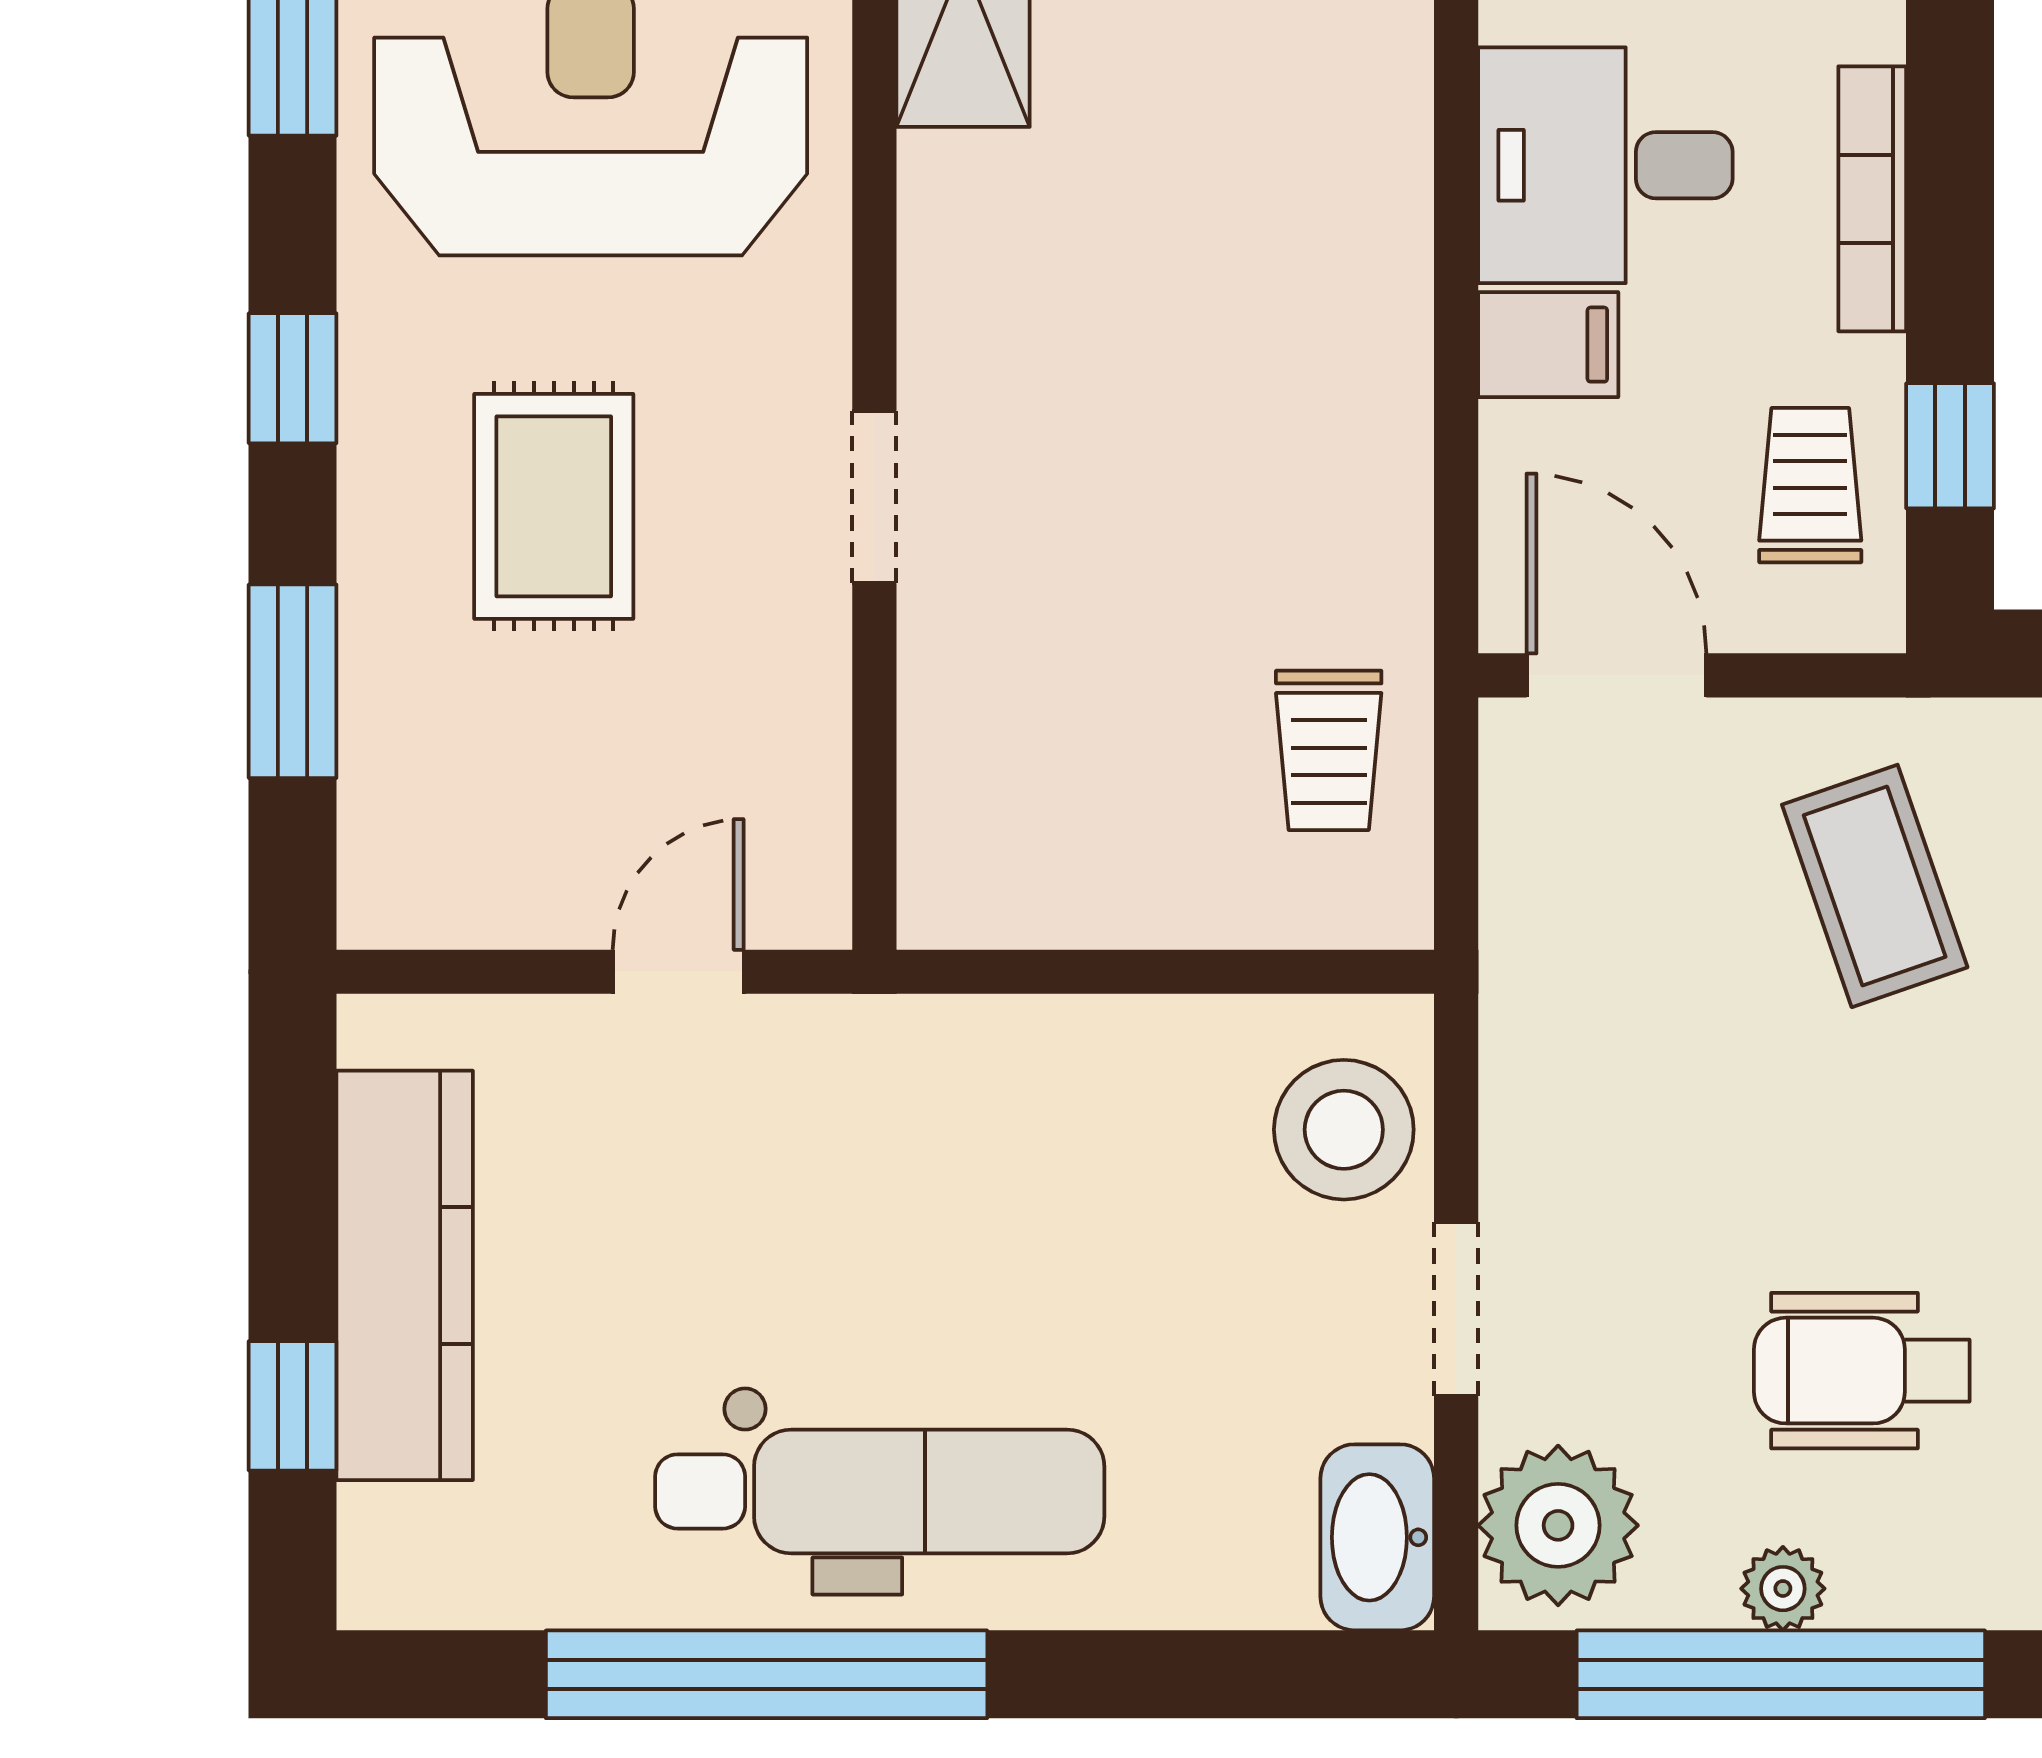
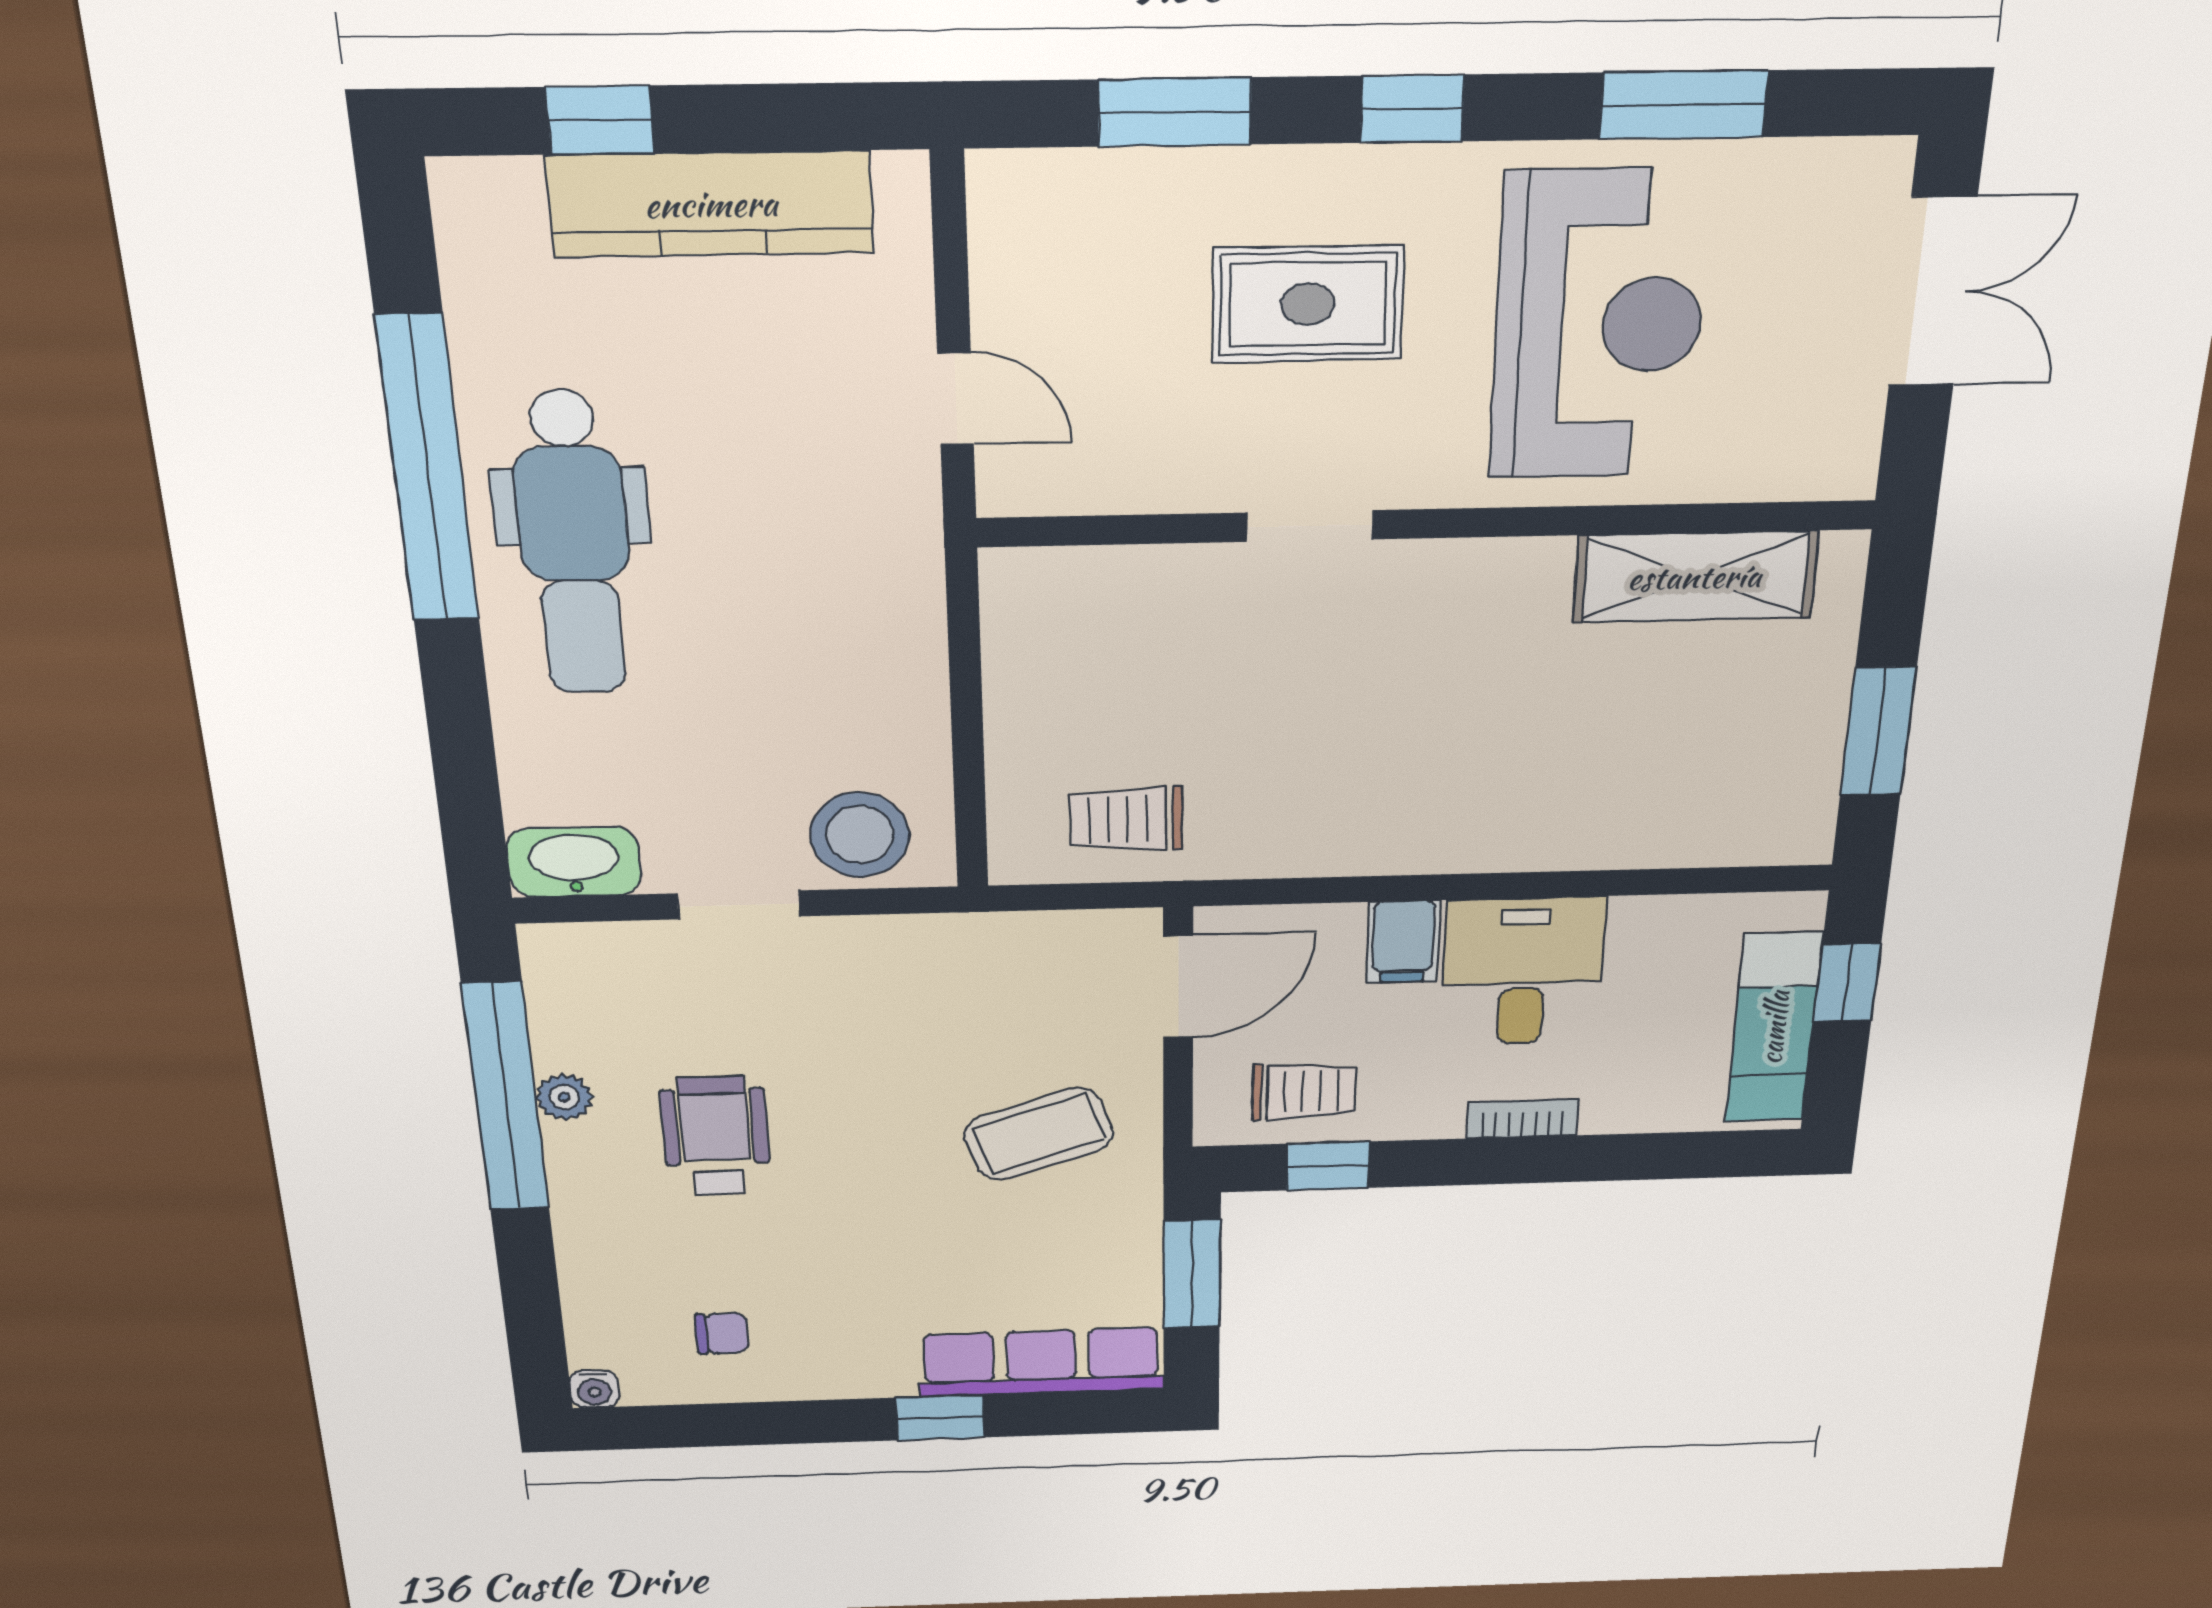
bookcase: (1872, 199) -> (1522, 1119), width x0.64
plant: (1558, 1525) -> (594, 969), removed

